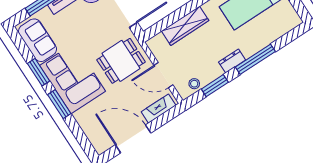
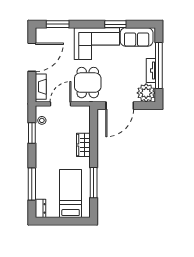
wardrobe: (185, 26) -> (83, 145), width x0.67
window: (255, 59) -> (32, 184), moved
dresser: (232, 61) -> (41, 208), moved
window: (59, 104) -> (58, 24), moved

